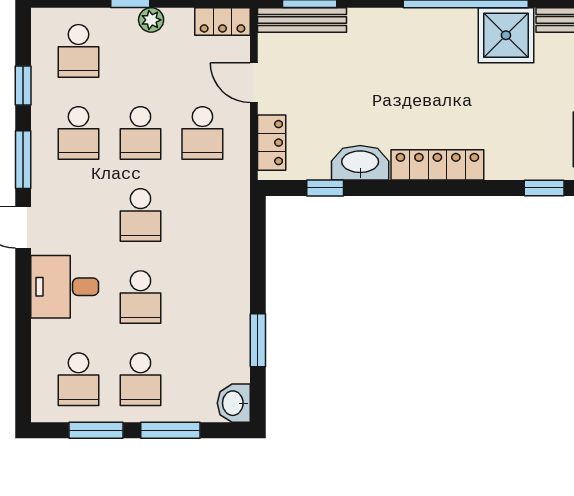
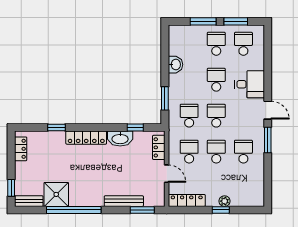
plant: (151, 20) -> (225, 201), moved
bench: (302, 20) -> (124, 201), moved
locker: (223, 21) -> (187, 200), width x1.53
school desk: (79, 51) -> (189, 116), moved
window: (23, 86) -> (268, 172), removed
window: (544, 188) -> (57, 127), moved
window: (258, 340) -> (165, 98), moved
washbasin: (234, 403) -> (175, 65), moved

